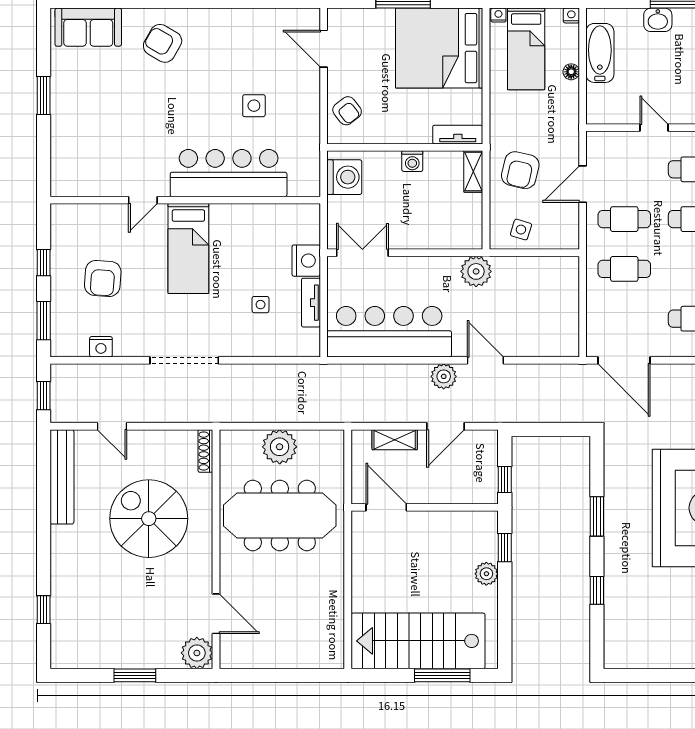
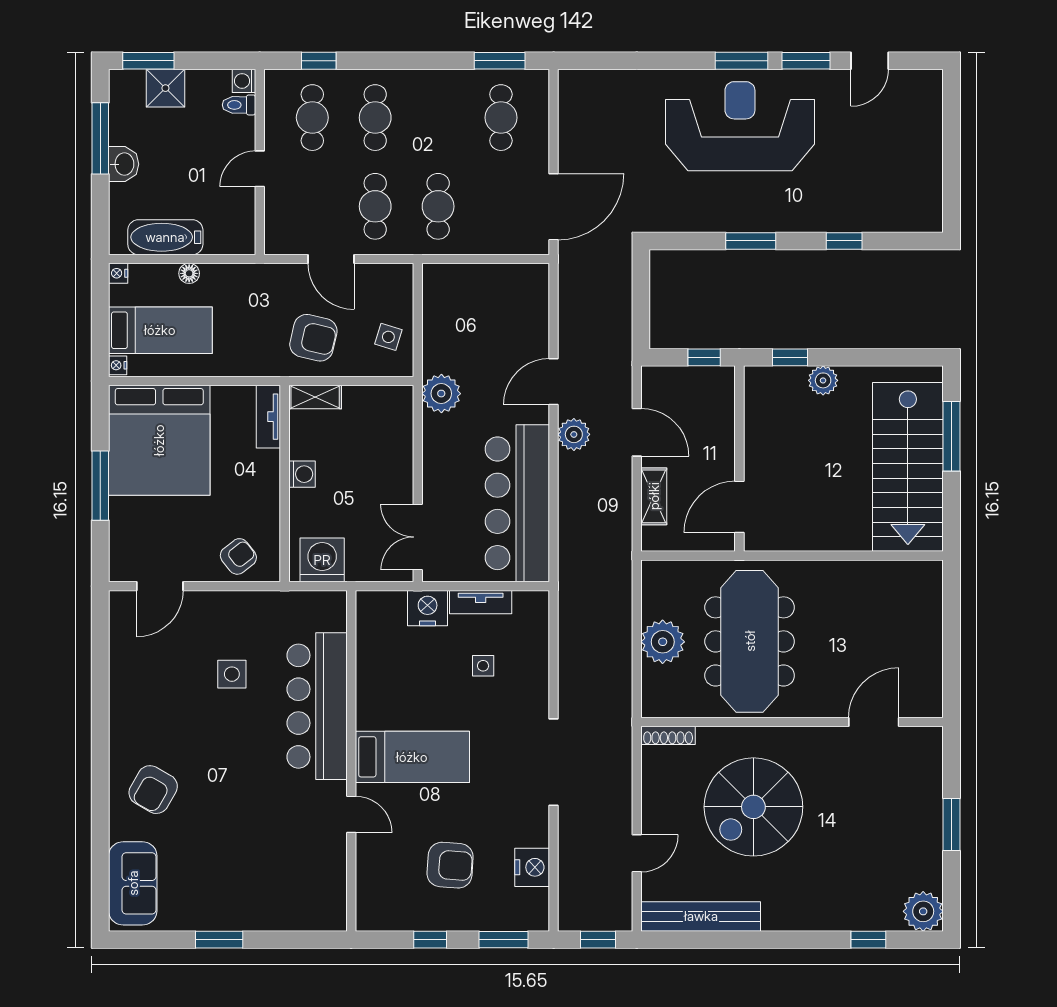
nightstand: (101, 347) -> (532, 867), width x1.36, depth x1.33
plant: (197, 653) -> (923, 911), moved

